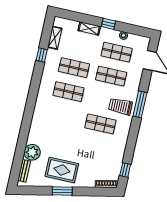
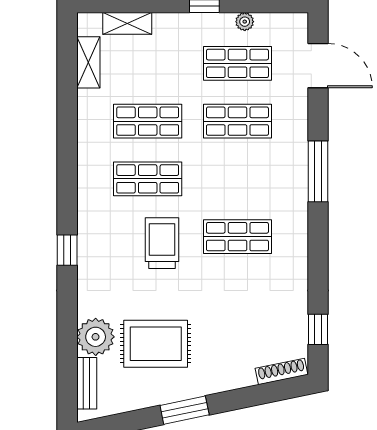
shelving: (89, 28) -> (127, 23), moved
window: (42, 55) -> (67, 250), moved
trolley: (120, 106) -> (162, 243), moved, turned 90
rug: (62, 170) -> (156, 344), moved

